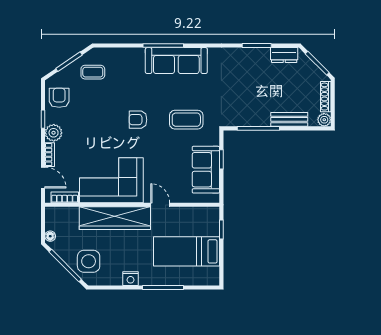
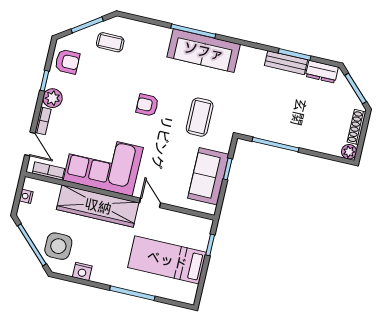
armchair: (59, 98) -> (67, 62), turned 90
bench: (289, 119) -> (286, 63), moved
coffee table: (186, 120) -> (200, 117), turned 90
nightstand: (50, 224) -> (26, 196), added
floor lamp: (50, 236) -> (23, 209), removed
nightstand: (131, 279) -> (82, 272), moved

